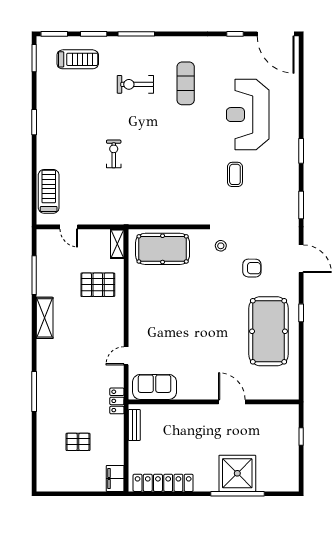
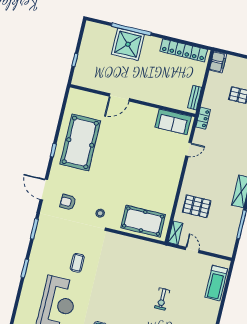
door: (69, 227) -> (192, 250), moved
armchair: (252, 268) -> (68, 202), moved
door: (232, 402) -> (119, 97), hinge flipped

